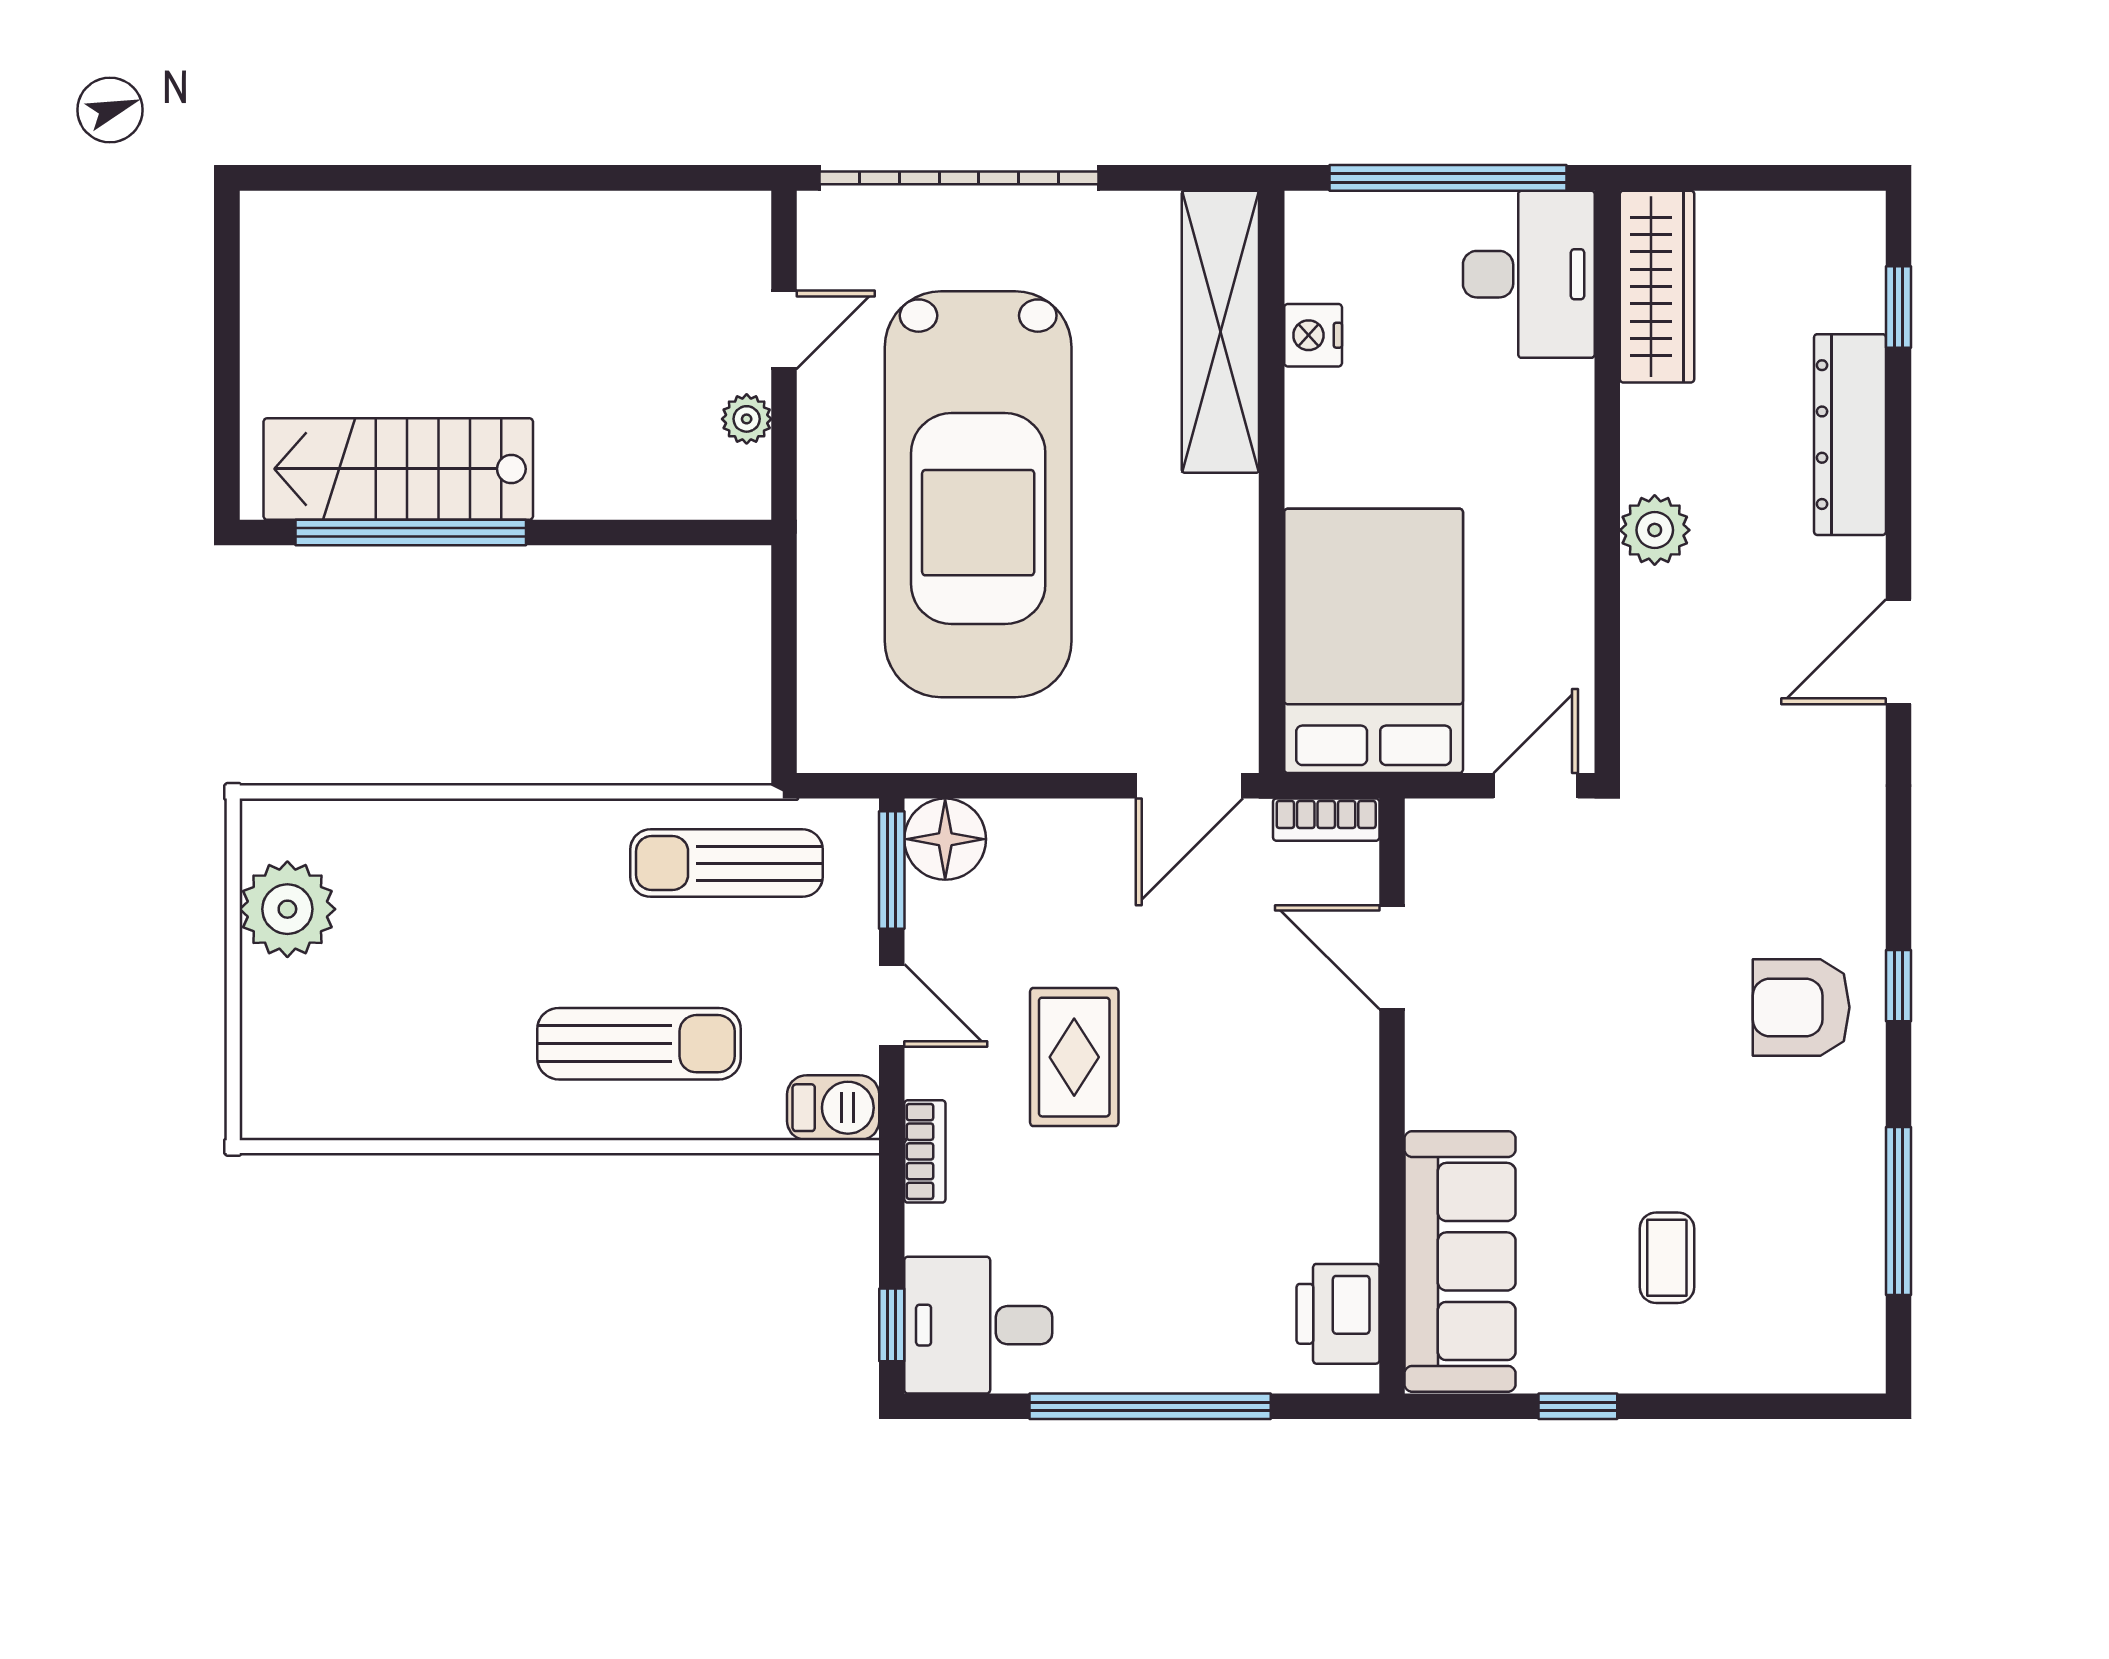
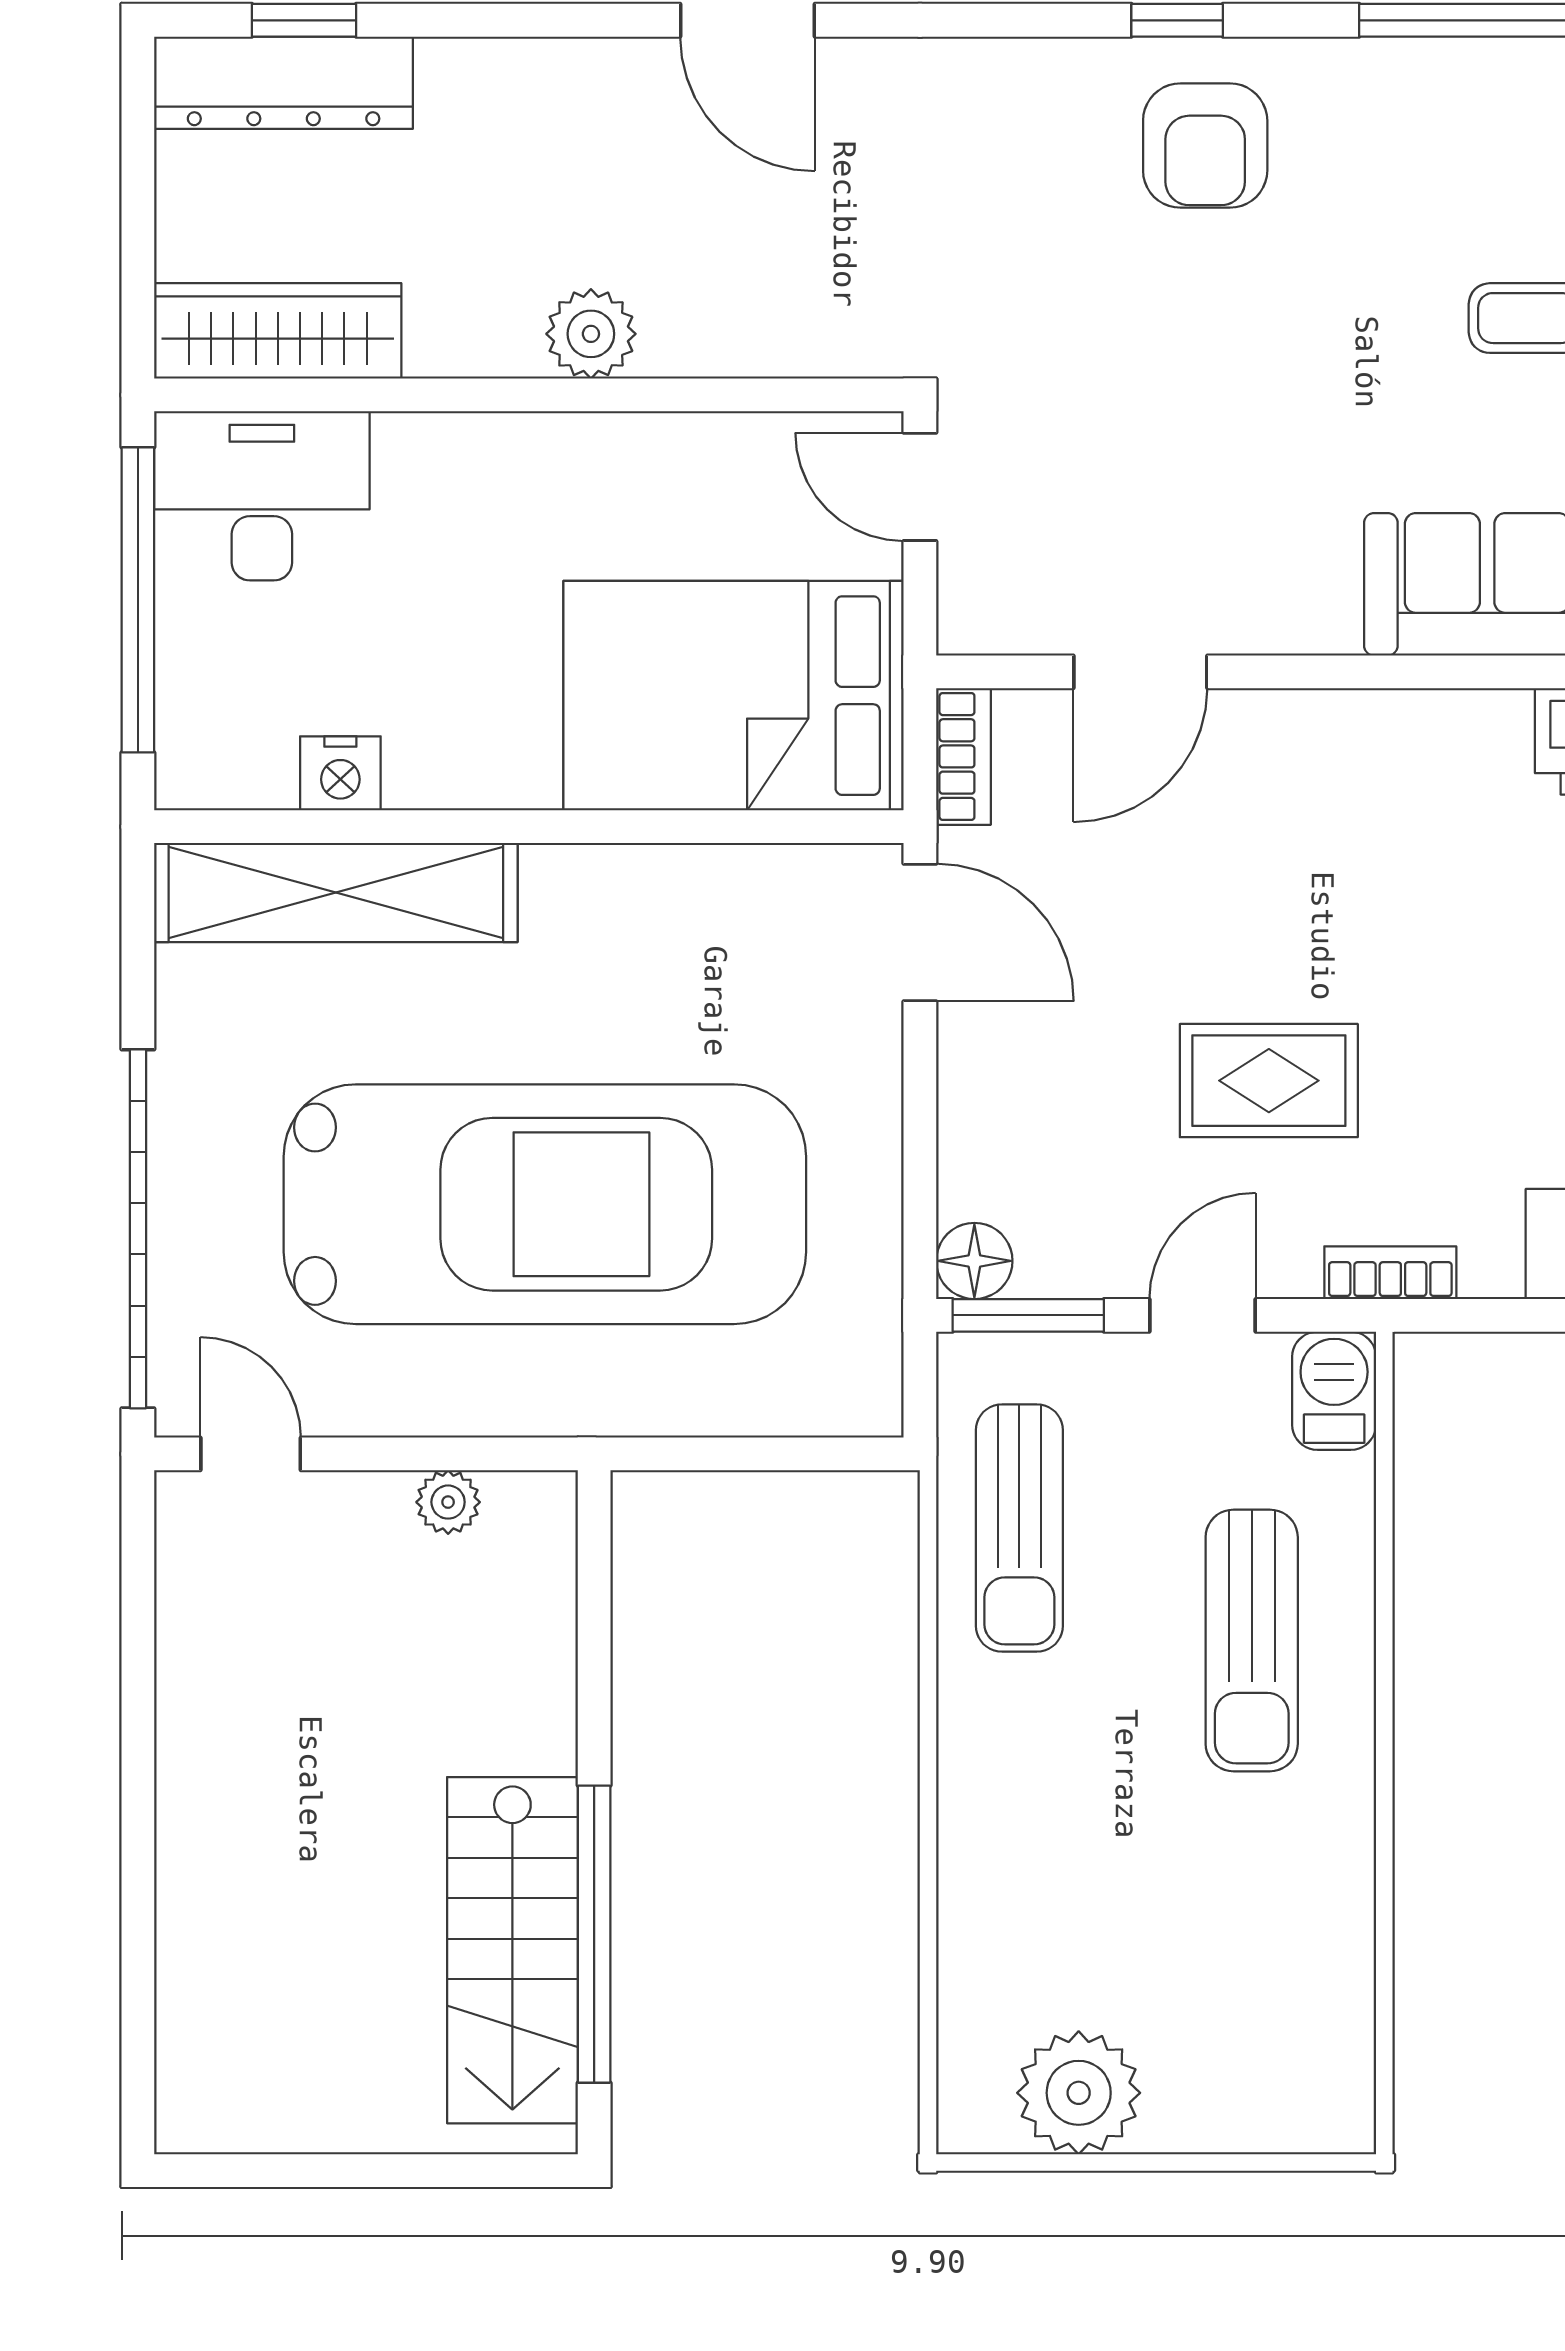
door: (784, 330) -> (251, 1454), moved
dresser: (1850, 435) -> (284, 83), moved
floor lamp: (945, 839) -> (974, 1261), width x0.73, depth x0.73
sun lounger: (639, 1044) -> (1252, 1640), turned 180

